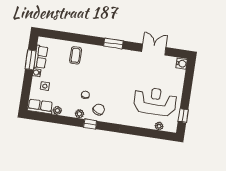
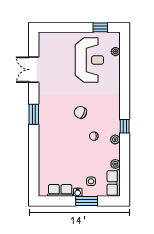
coffee table: (76, 55) -> (53, 153), removed
window: (31, 60) -> (87, 201), moved
water cooler: (182, 64) -> (44, 37), removed
reception desk: (155, 101) -> (89, 60), turned 180
chair: (99, 109) -> (80, 112), moved

